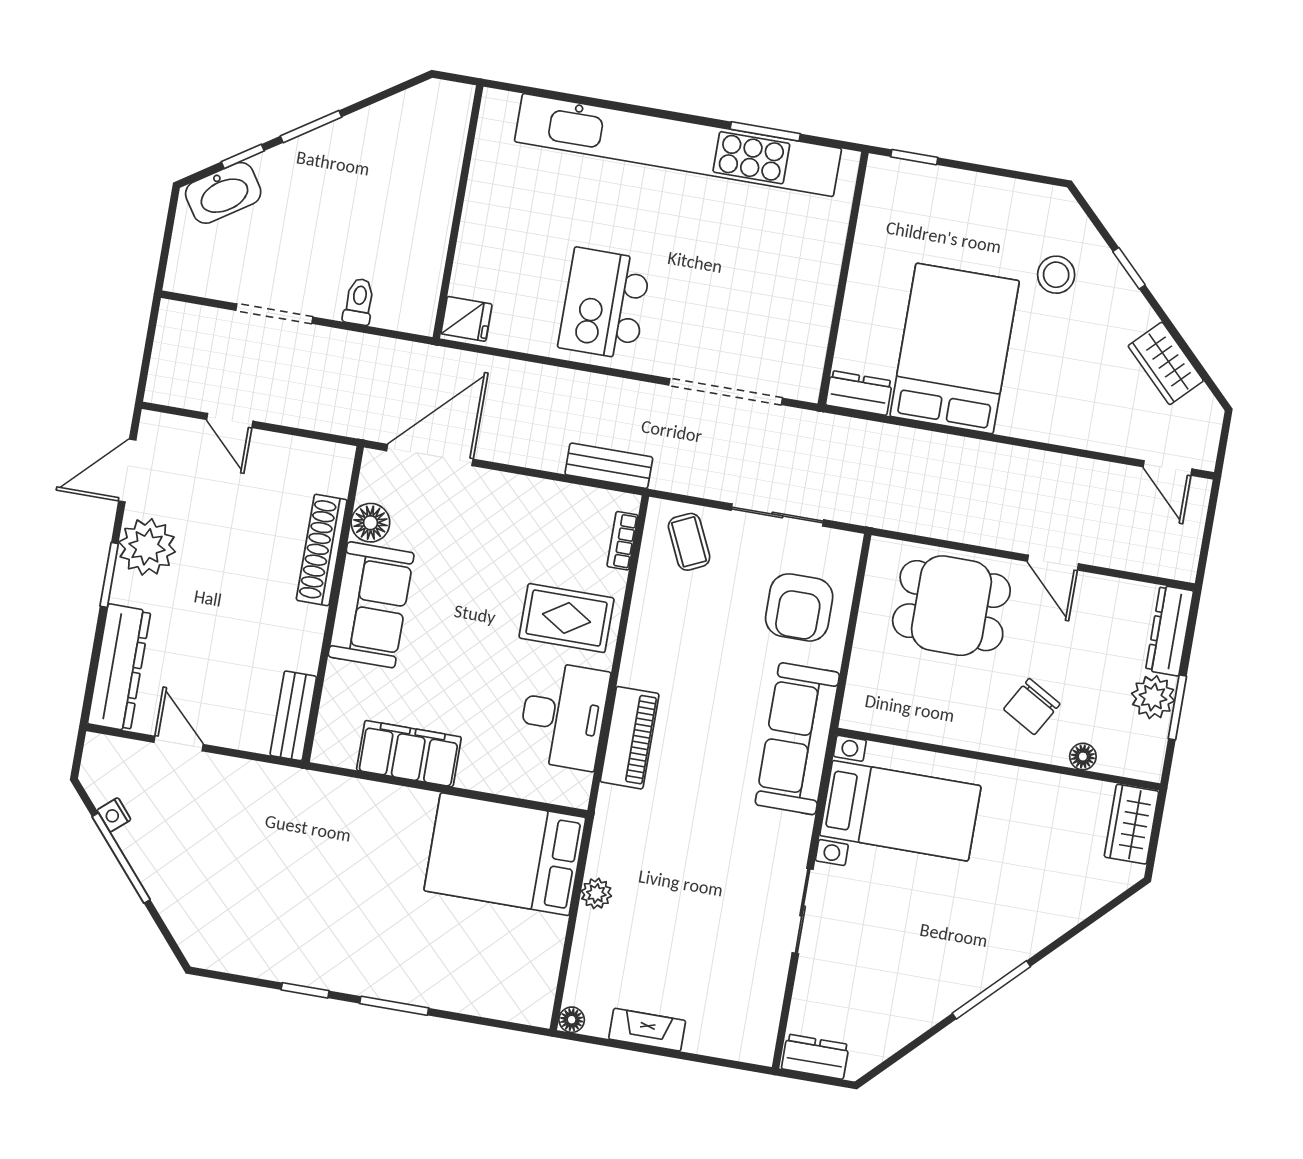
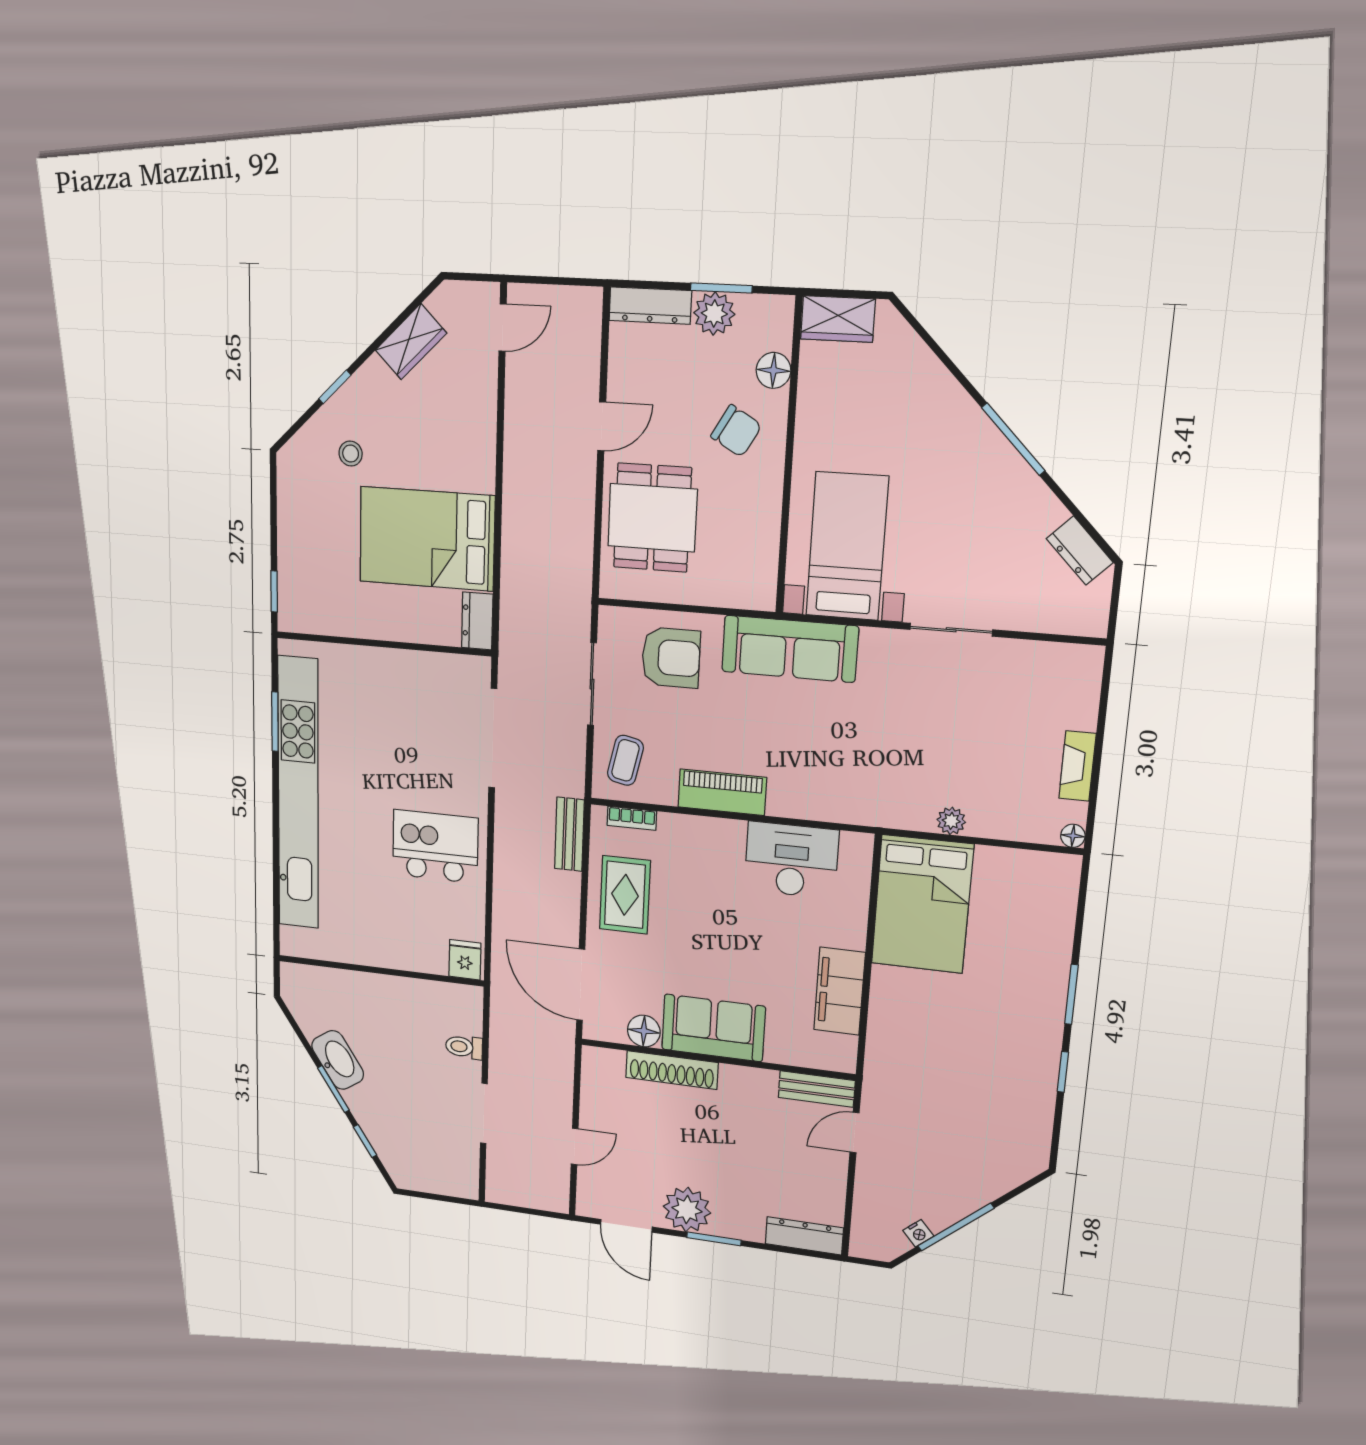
washbasin: (223, 193) -> (338, 1060), moved
stool: (1056, 275) -> (351, 454), width x0.73, depth x0.73
kitchen island: (605, 304) -> (435, 846), turned 180
coffee table: (689, 542) -> (625, 760), turned -53
rug: (567, 618) -> (625, 895), moved
dresser: (119, 667) -> (804, 1236), width x0.73, depth x0.80
piano: (630, 738) -> (722, 792), moved
door: (178, 743) -> (855, 1132), moved
floor lamp: (1083, 757) -> (773, 370), width x1.37, depth x1.37
dresser: (815, 1057) -> (1080, 551), moved, turned -45

